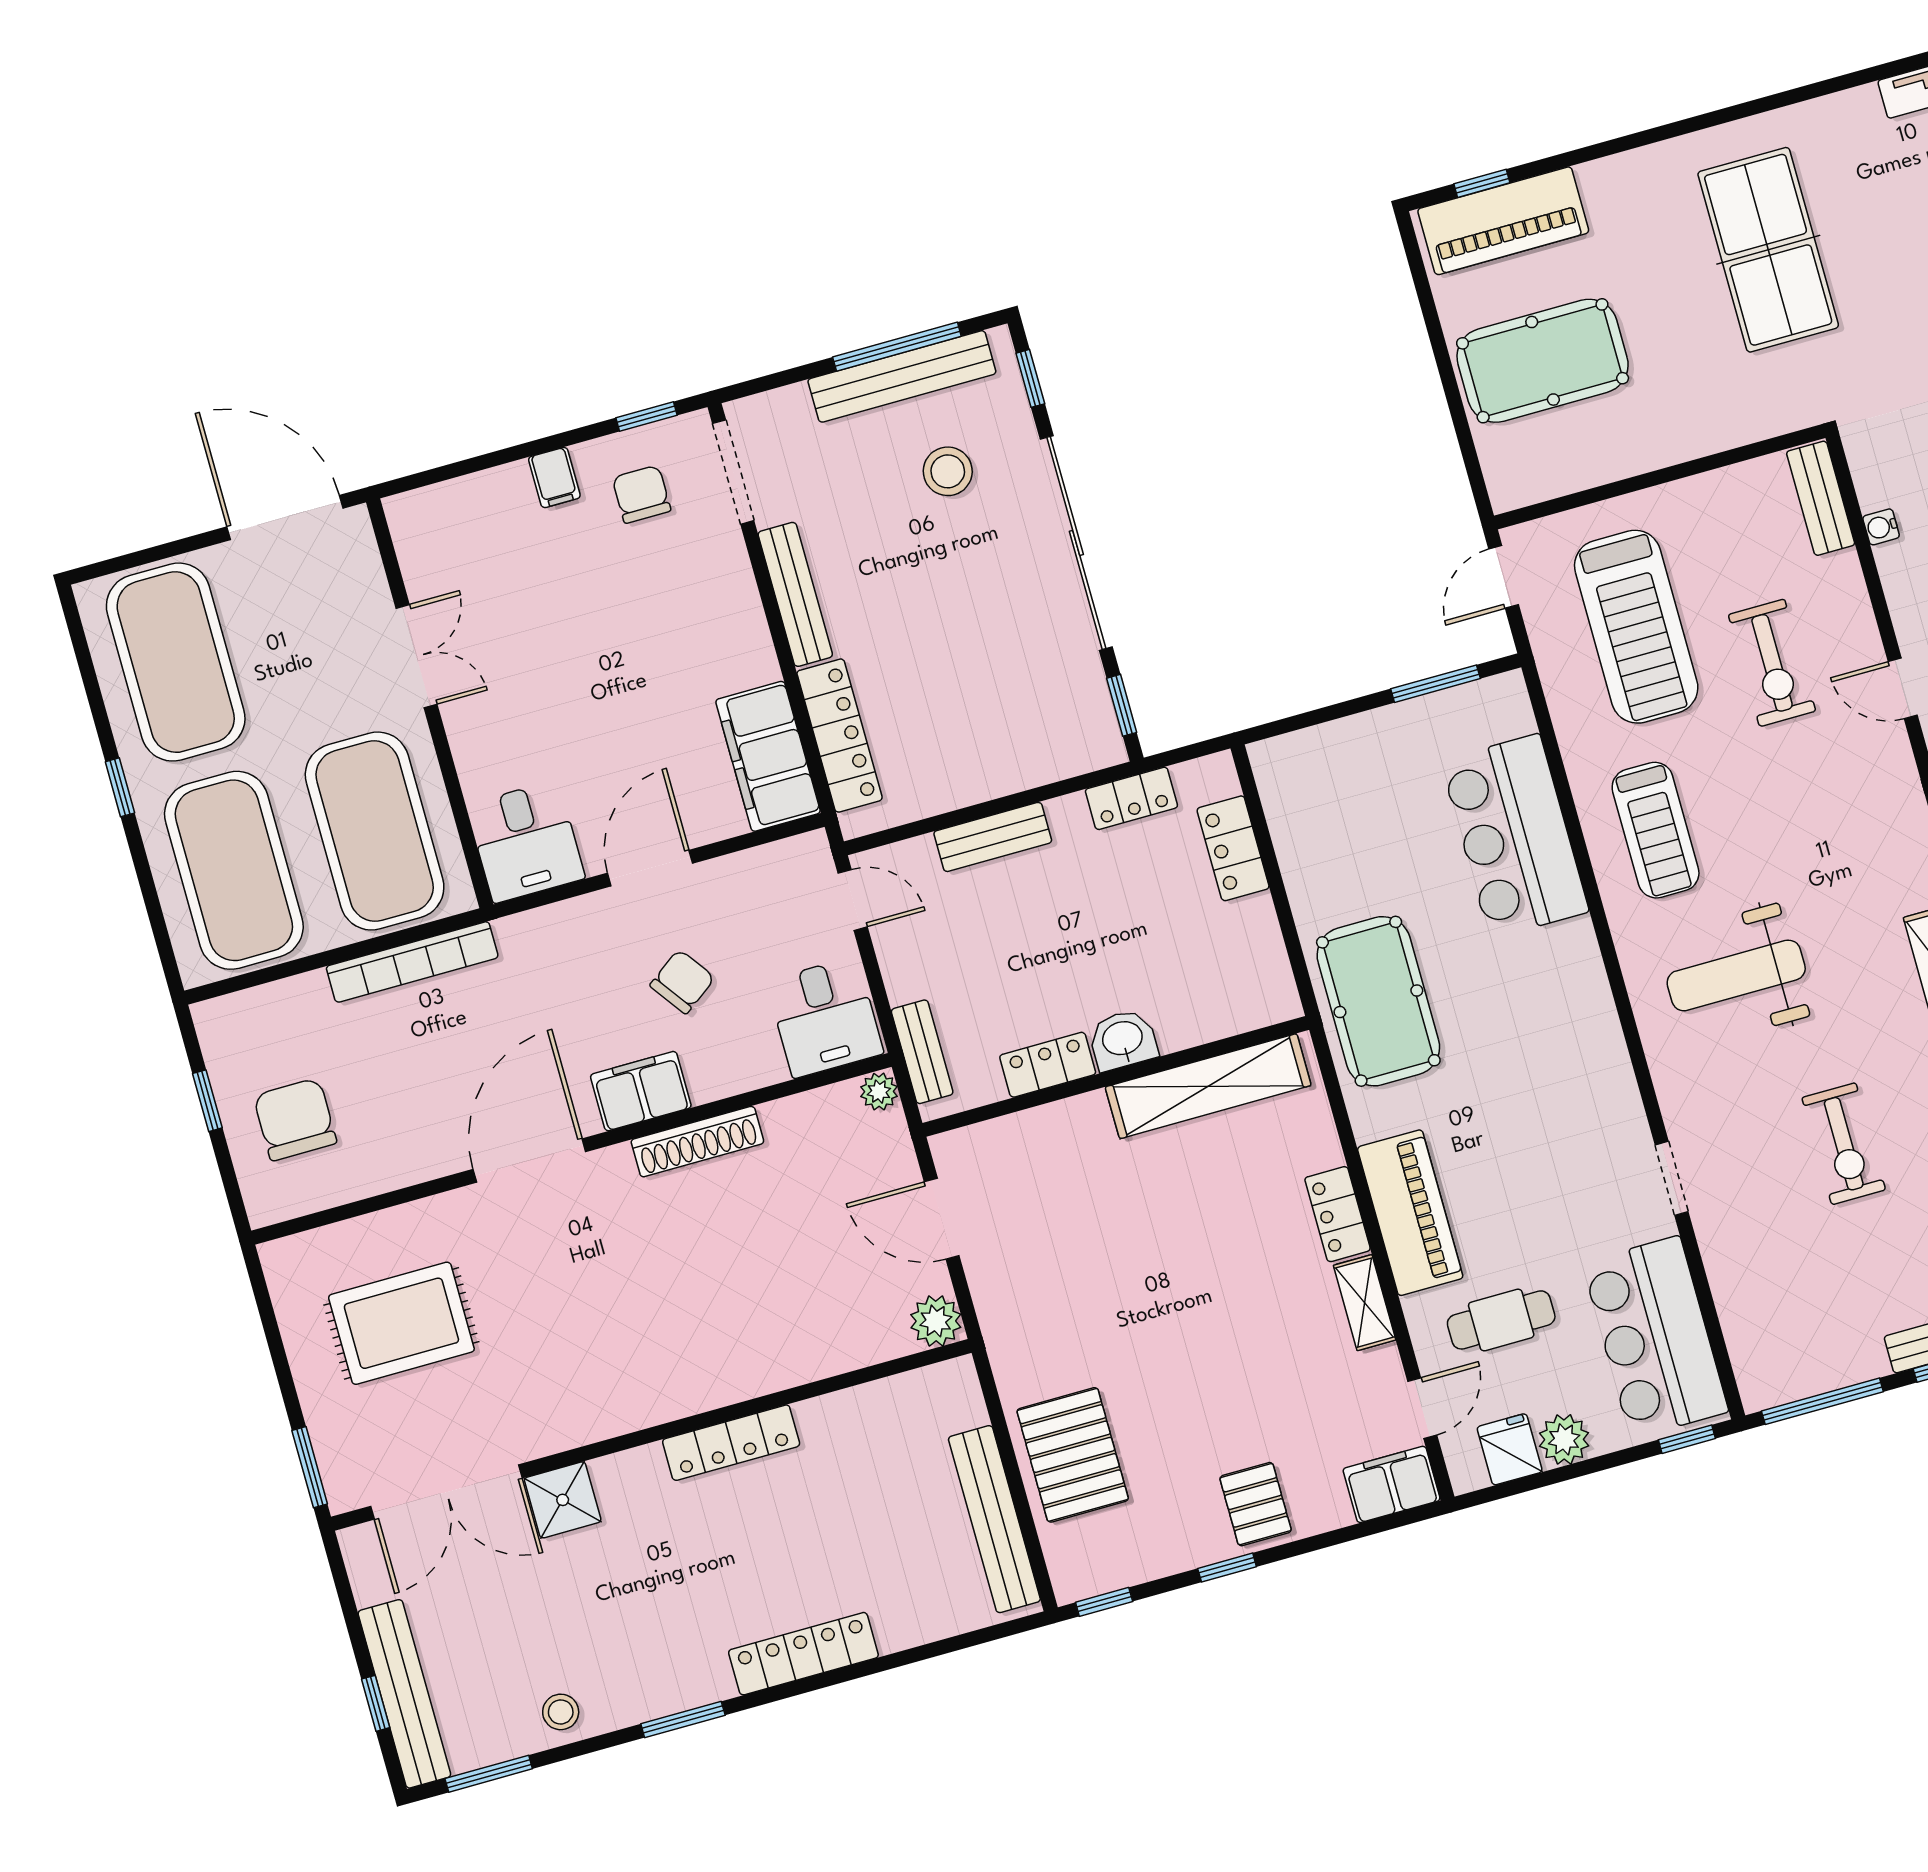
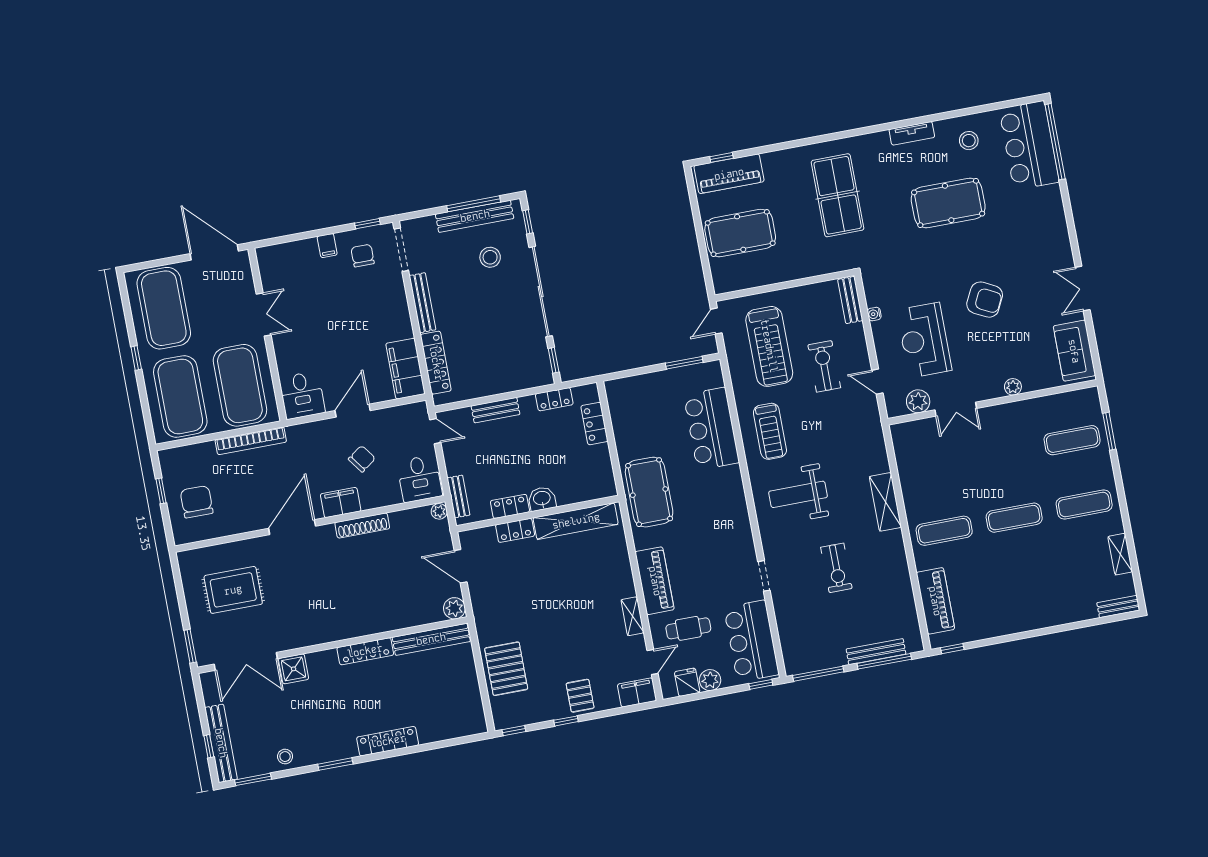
exercise bike: (1772, 663) -> (824, 366), turned 180
locker: (1338, 1214) -> (515, 530), moved, turned -90
bench: (994, 1519) -> (431, 639), moved, turned 90

